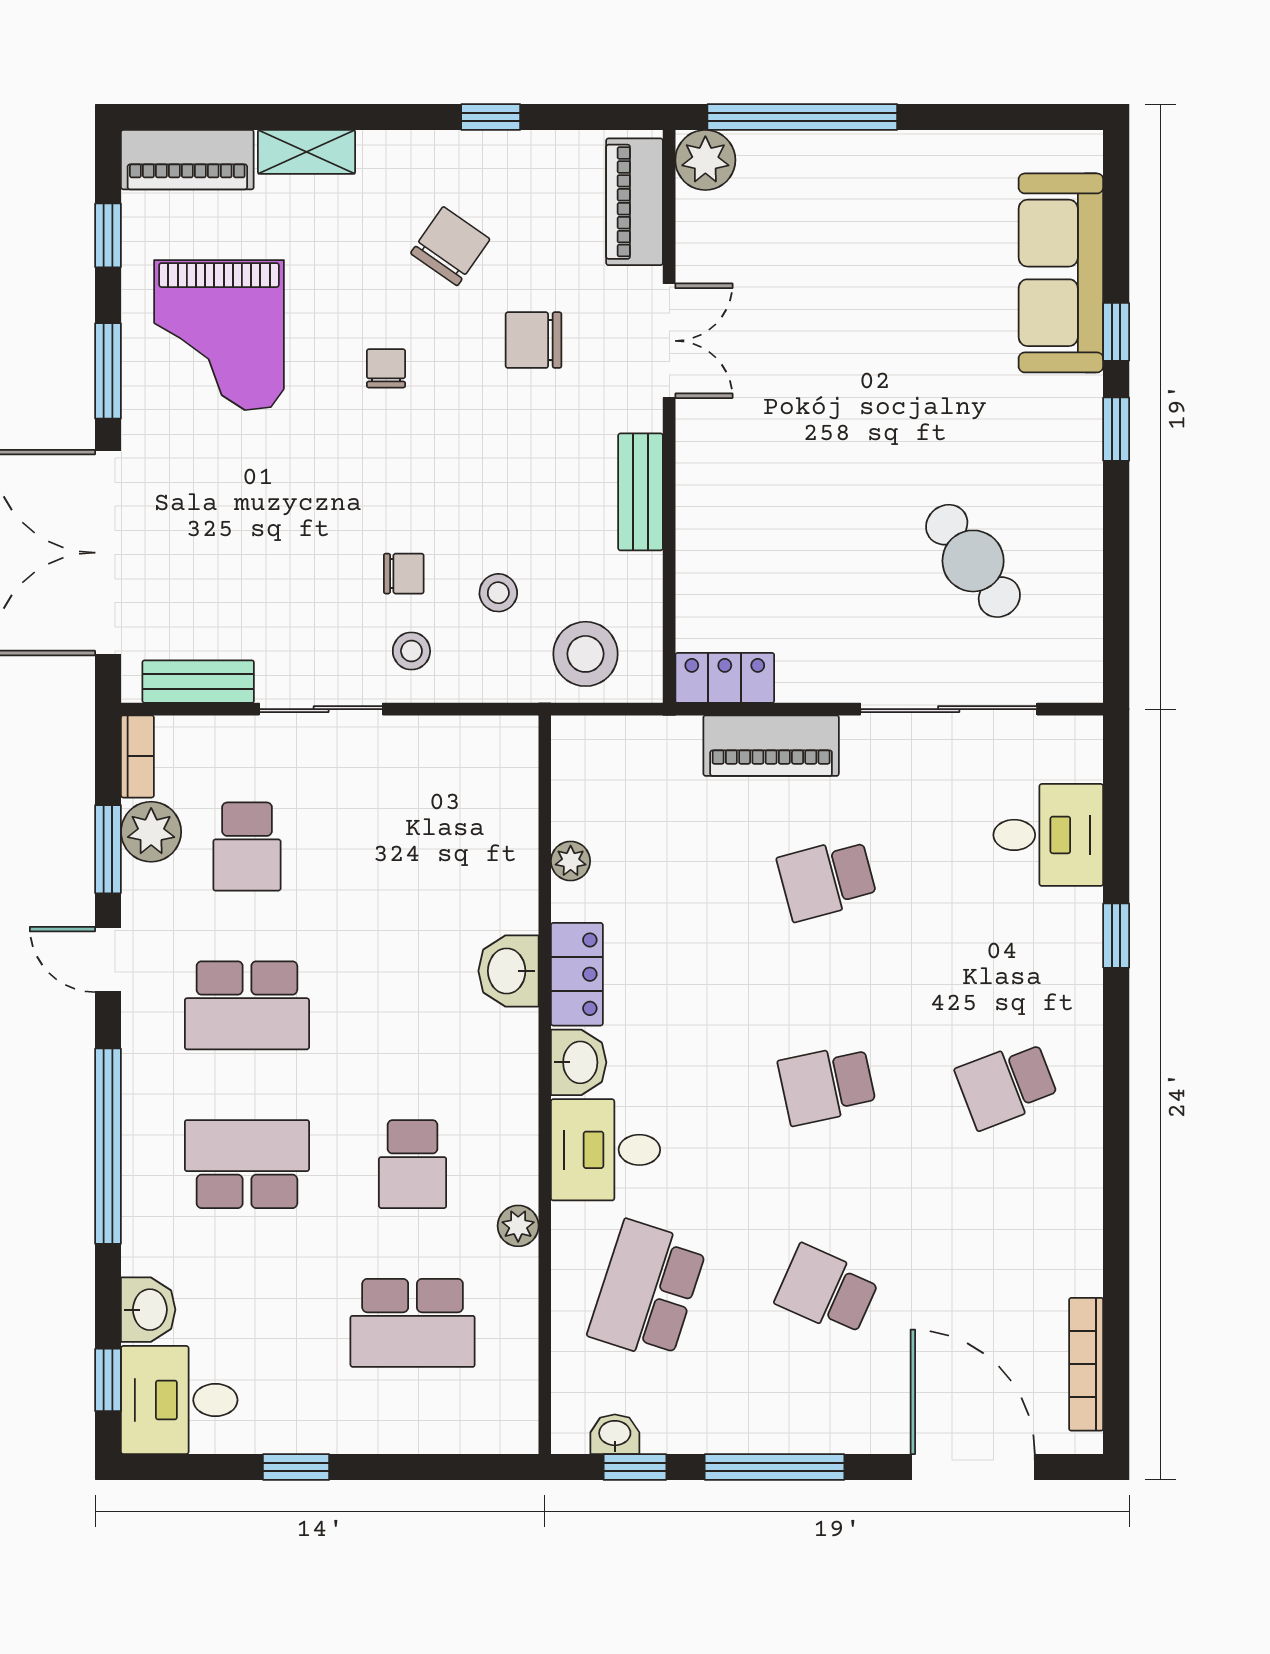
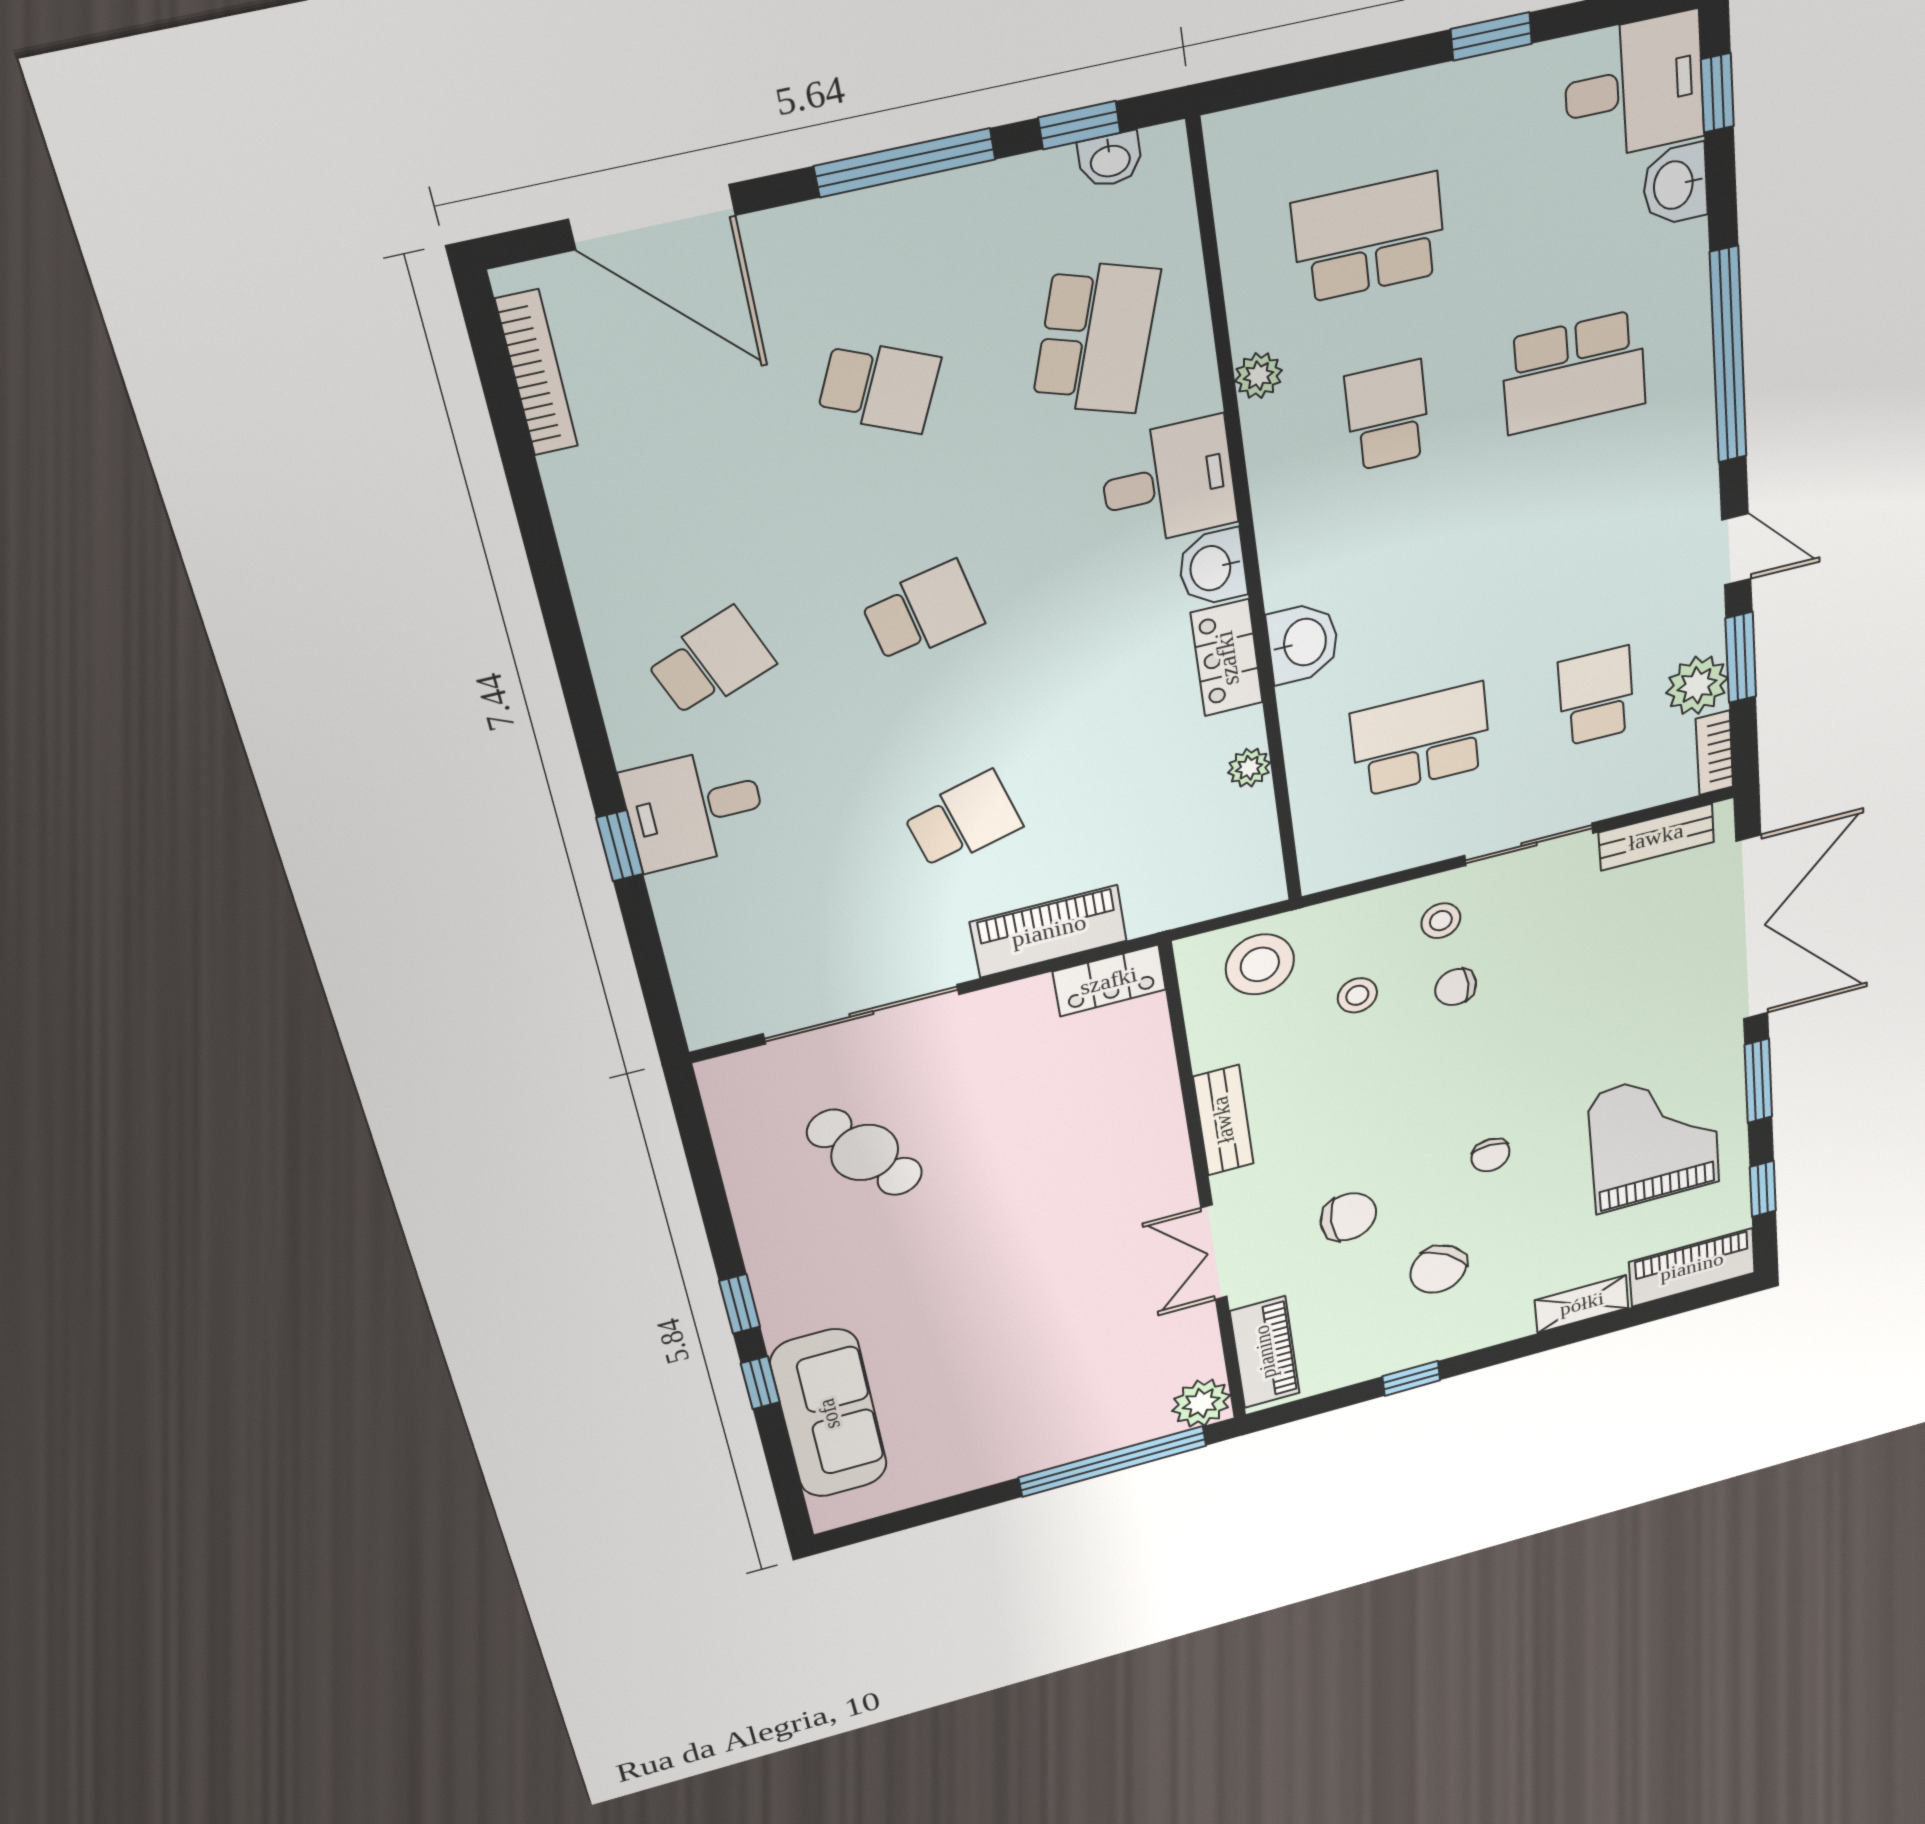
desk: (1048, 835) -> (694, 809), moved
school desk: (247, 1005) -> (1421, 740), moved

